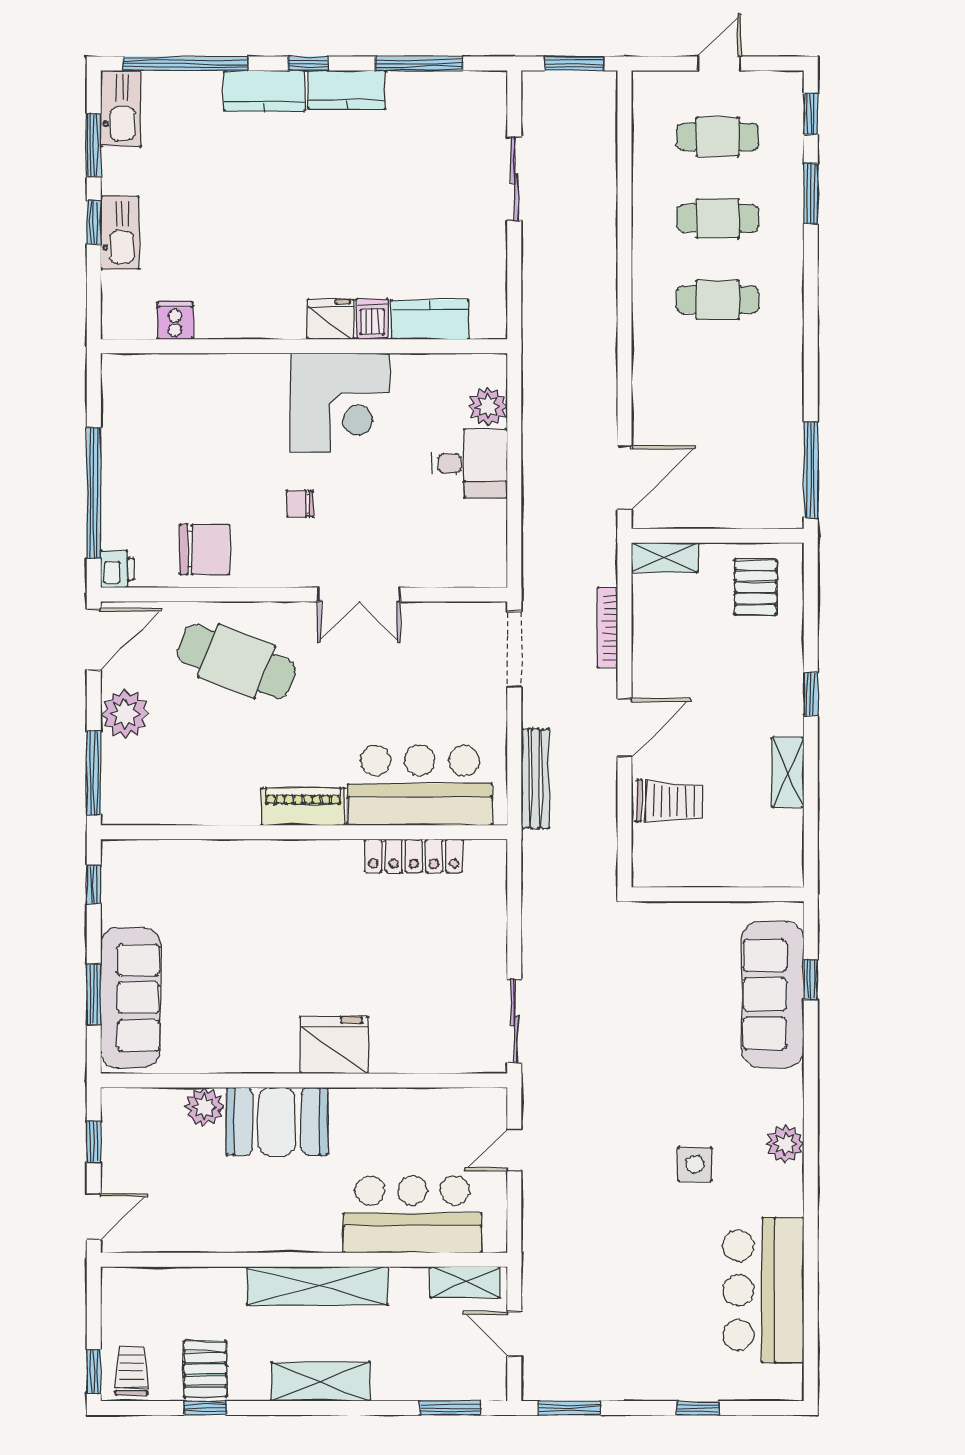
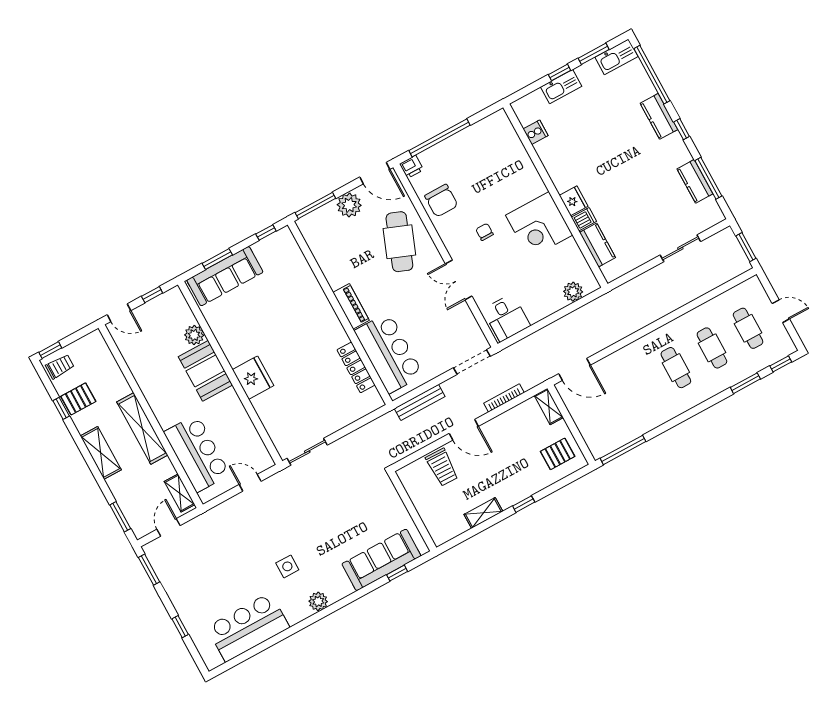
kitchen counter: (347, 90) -> (695, 181), moved
desk: (470, 463) -> (506, 318), moved

